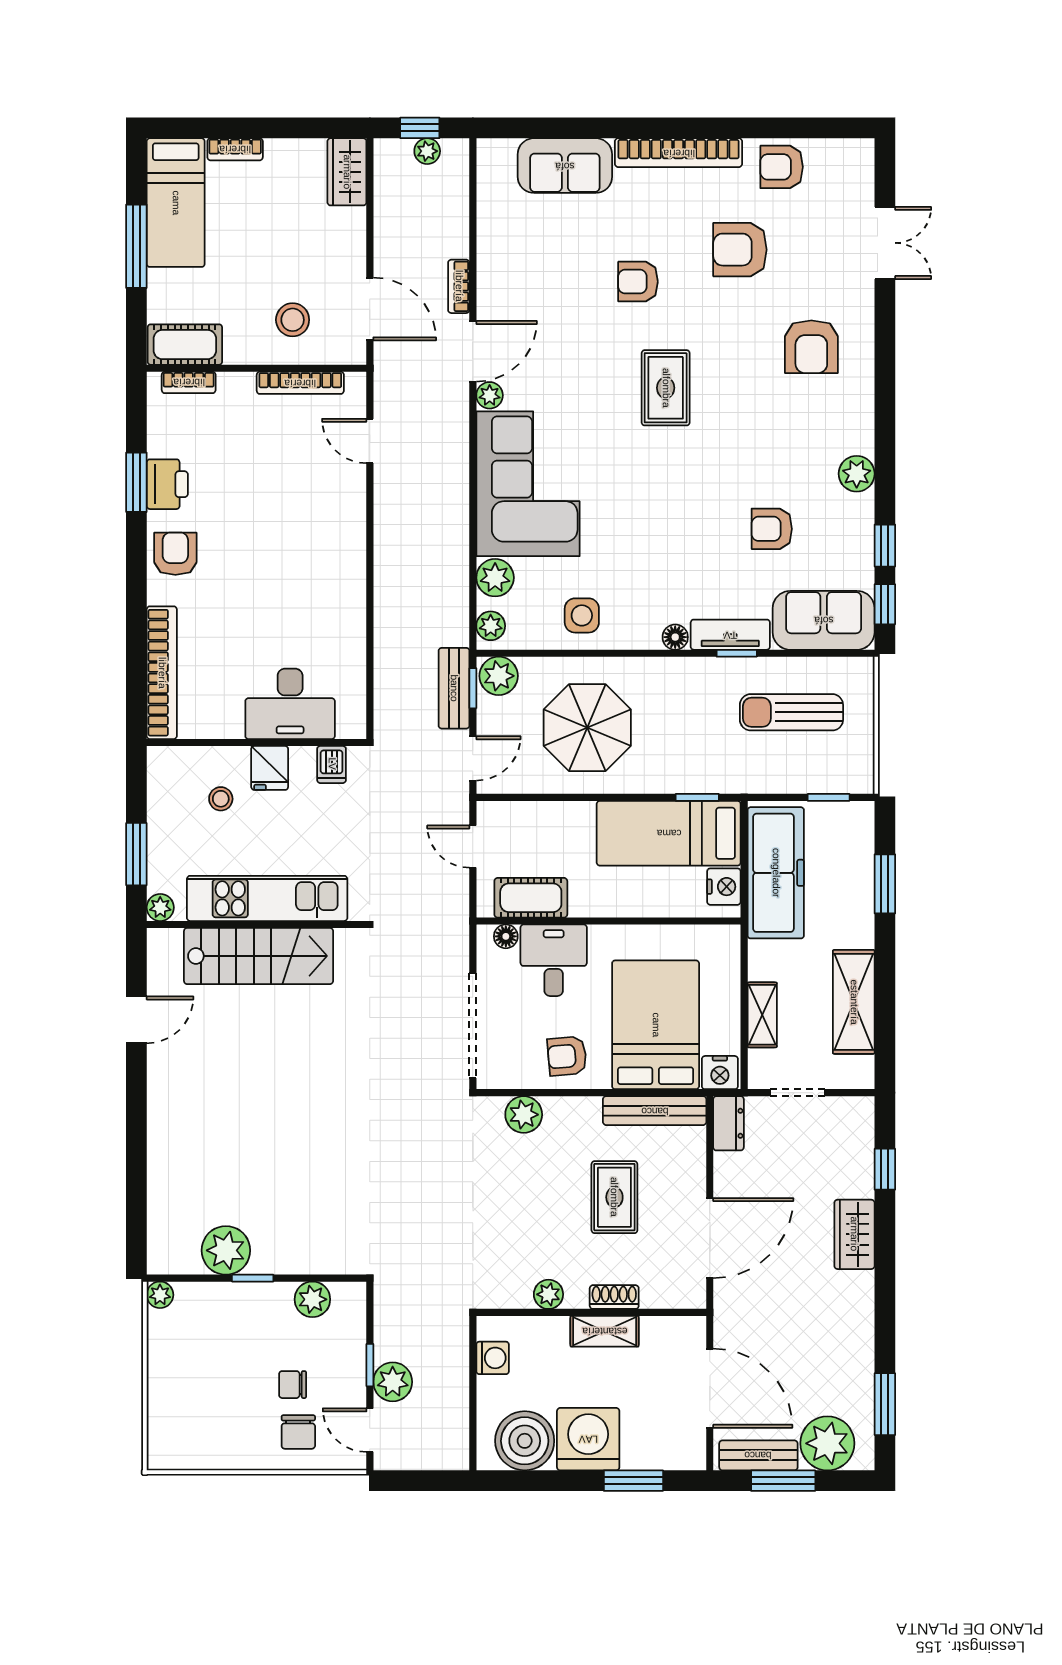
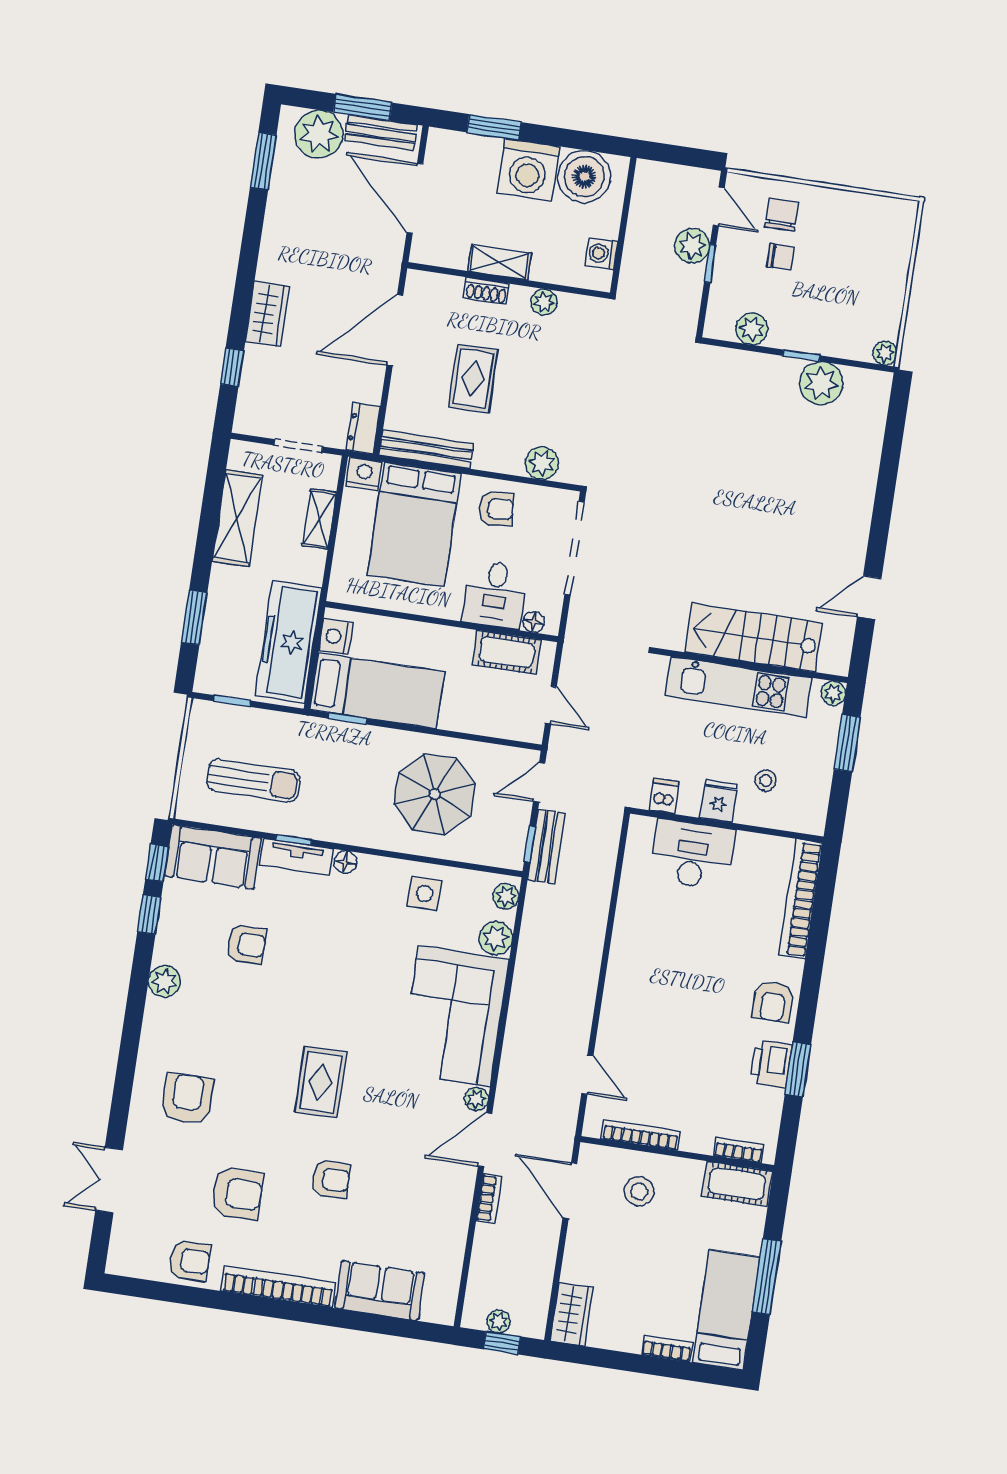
plant: (499, 676) -> (506, 851), removed

